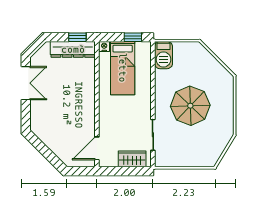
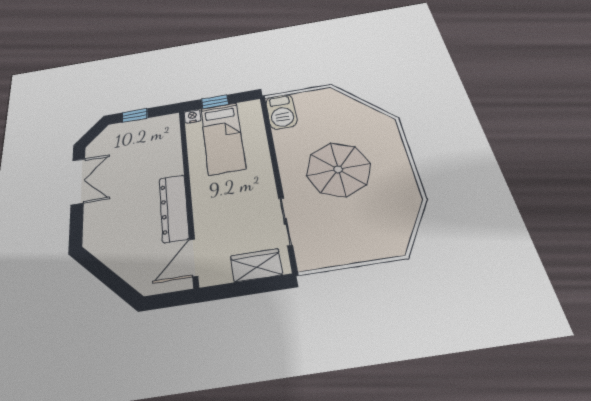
window: (77, 37) -> (135, 115), moved
window: (133, 37) -> (215, 102), moved
dresser: (73, 49) -> (174, 208), moved, turned 90

